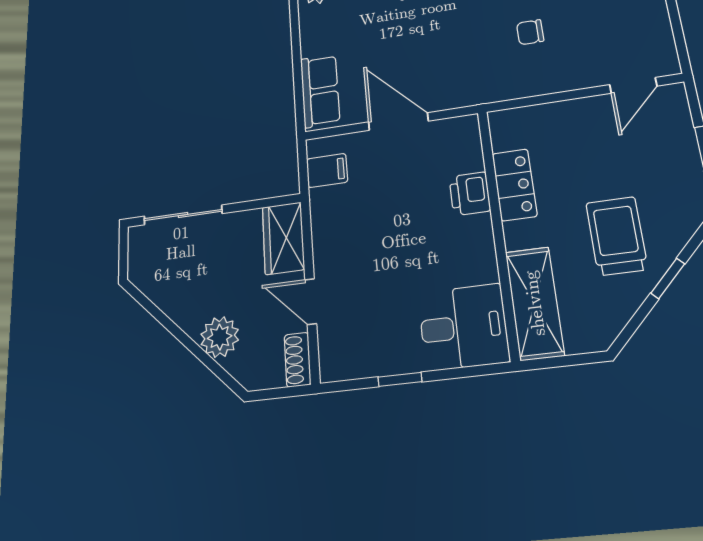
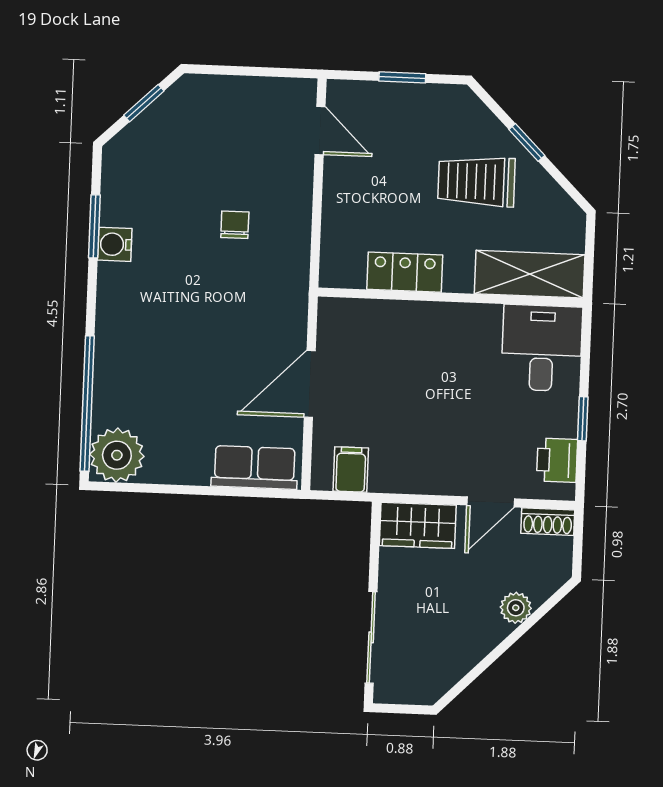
chair: (530, 32) -> (235, 225), turned 180
printer: (470, 194) -> (557, 460), moved, turned 90
plant: (220, 337) -> (516, 608), width x0.73, depth x0.73

